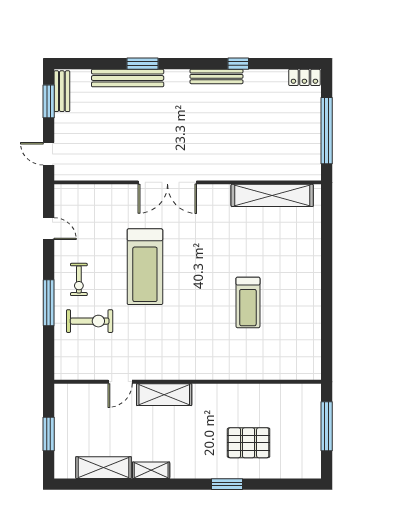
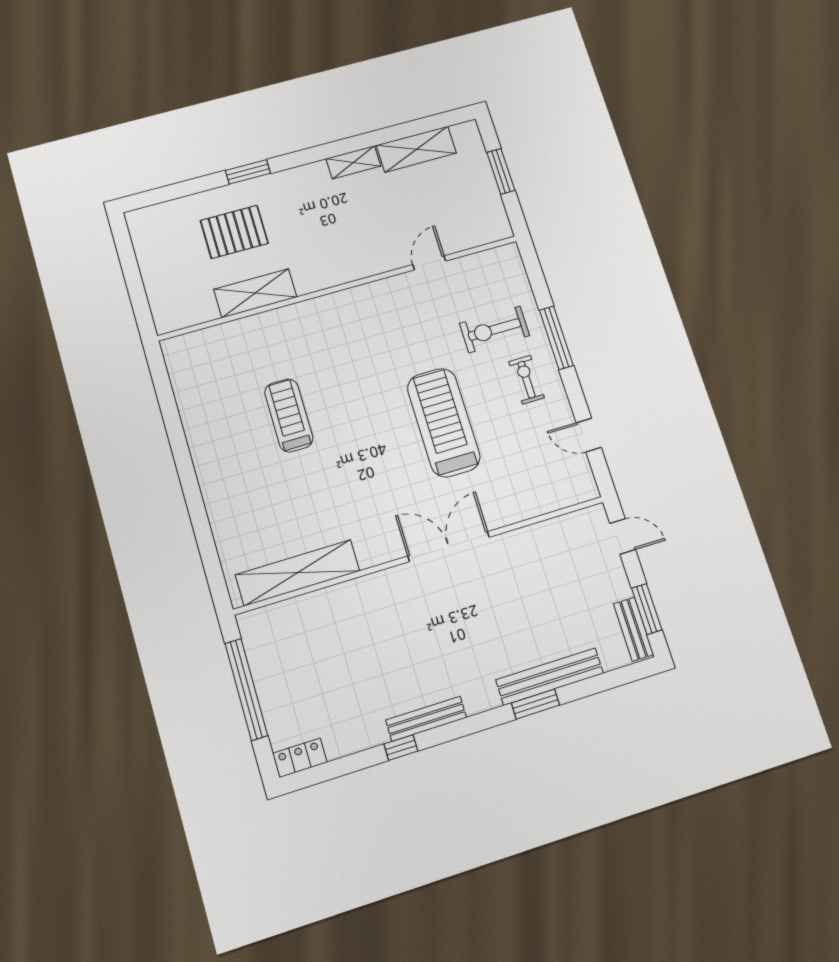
shelving: (164, 395) -> (255, 293), moved
window: (327, 426) -> (134, 282), removed

